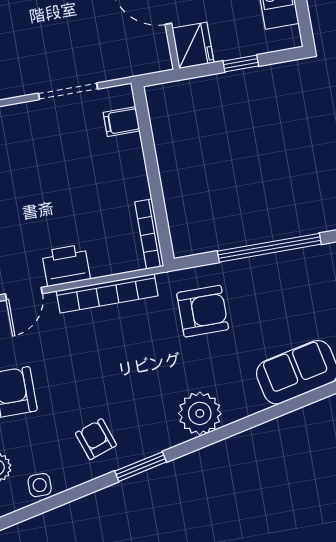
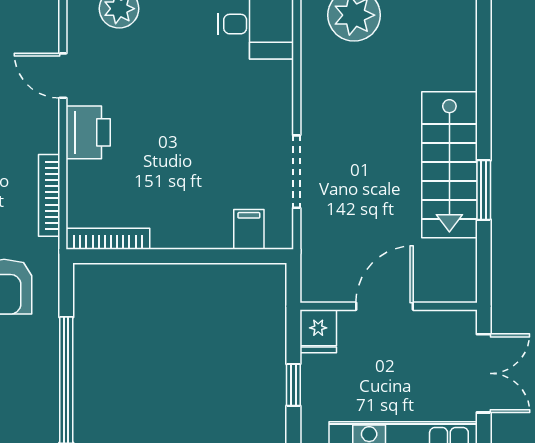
fridge: (193, 45) -> (318, 331), width x0.72
bookcase: (107, 293) -> (49, 195), width x0.68, depth x0.76

